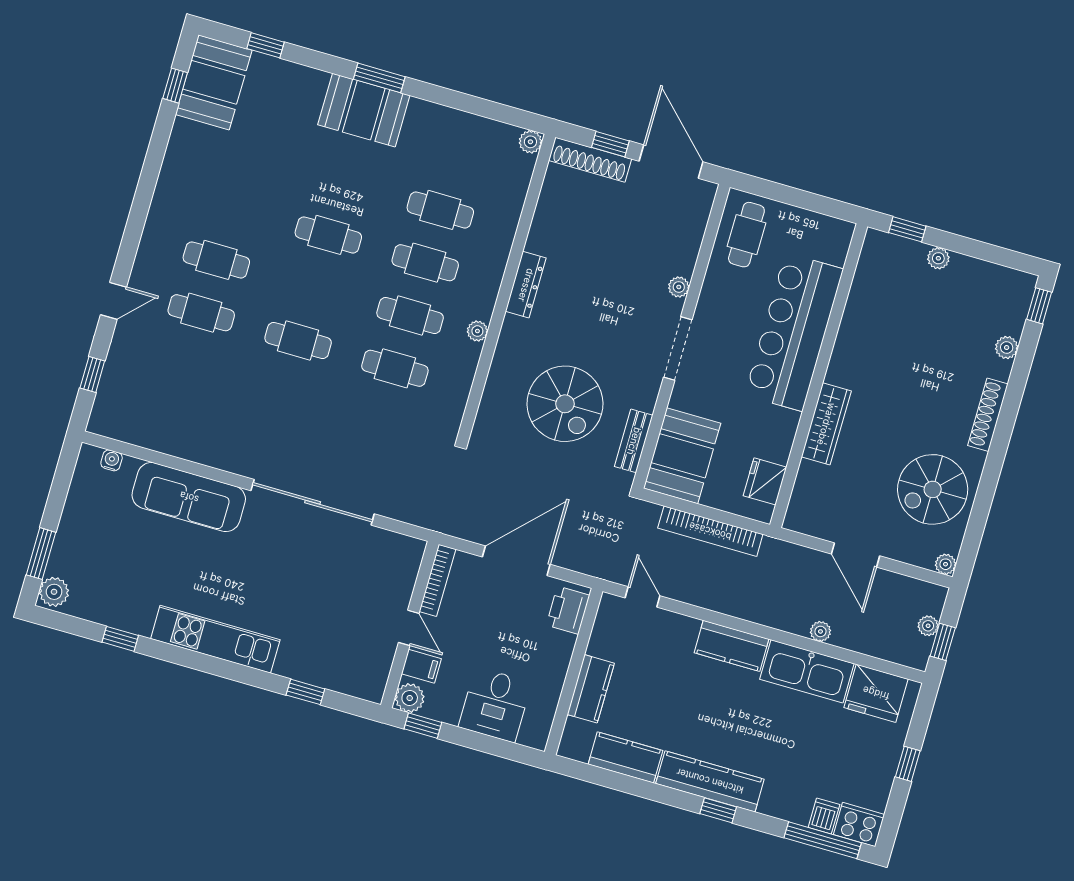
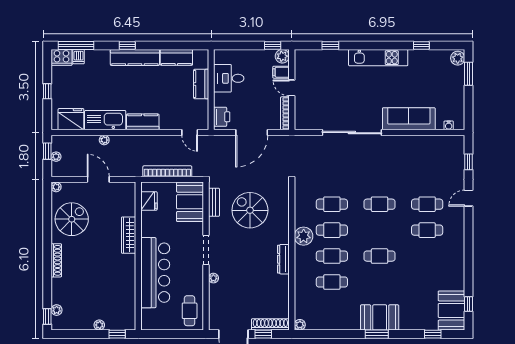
plant: (477, 331) -> (304, 236), width x1.87, depth x1.87
plant: (1007, 347) -> (57, 310), moved
desk: (495, 705) -> (229, 78), moved, turned -90

